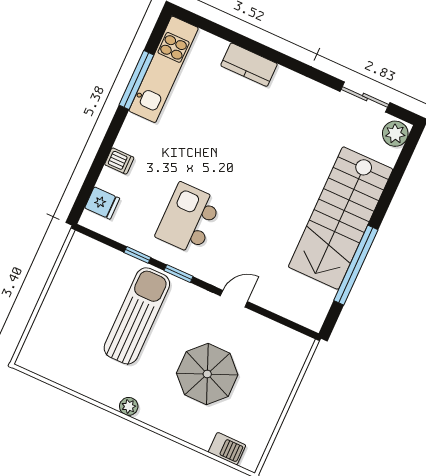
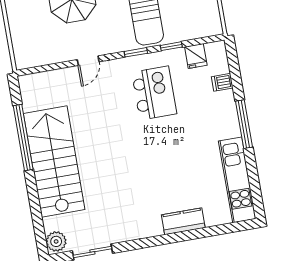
window: (136, 80) -> (244, 124), moved
dishwasher: (119, 161) -> (222, 82), moved
fridge: (102, 203) -> (196, 56), moved, turned -90

